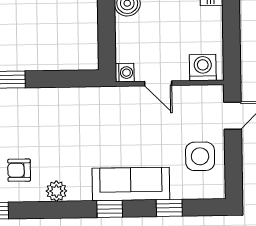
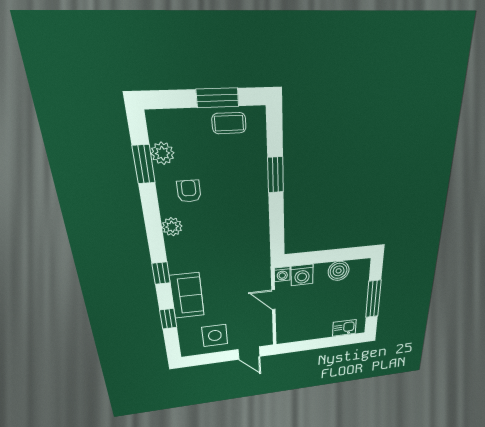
washing machine: (203, 67) -> (302, 275), moved, turned 90
door: (158, 83) -> (273, 300), hinge flipped
sofa: (131, 184) -> (187, 296), width x0.73

